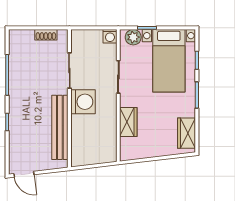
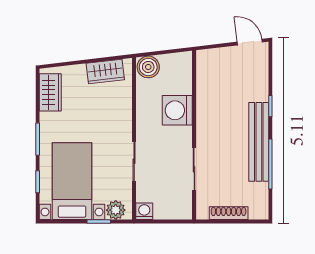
shoe rack: (46, 35) -> (229, 213), width x1.43
washing machine: (83, 102) -> (177, 110), moved
wardrobe: (128, 122) -> (105, 72), moved, turned -97
bench: (60, 127) -> (259, 142), moved
boiler: (107, 154) -> (148, 67), added

